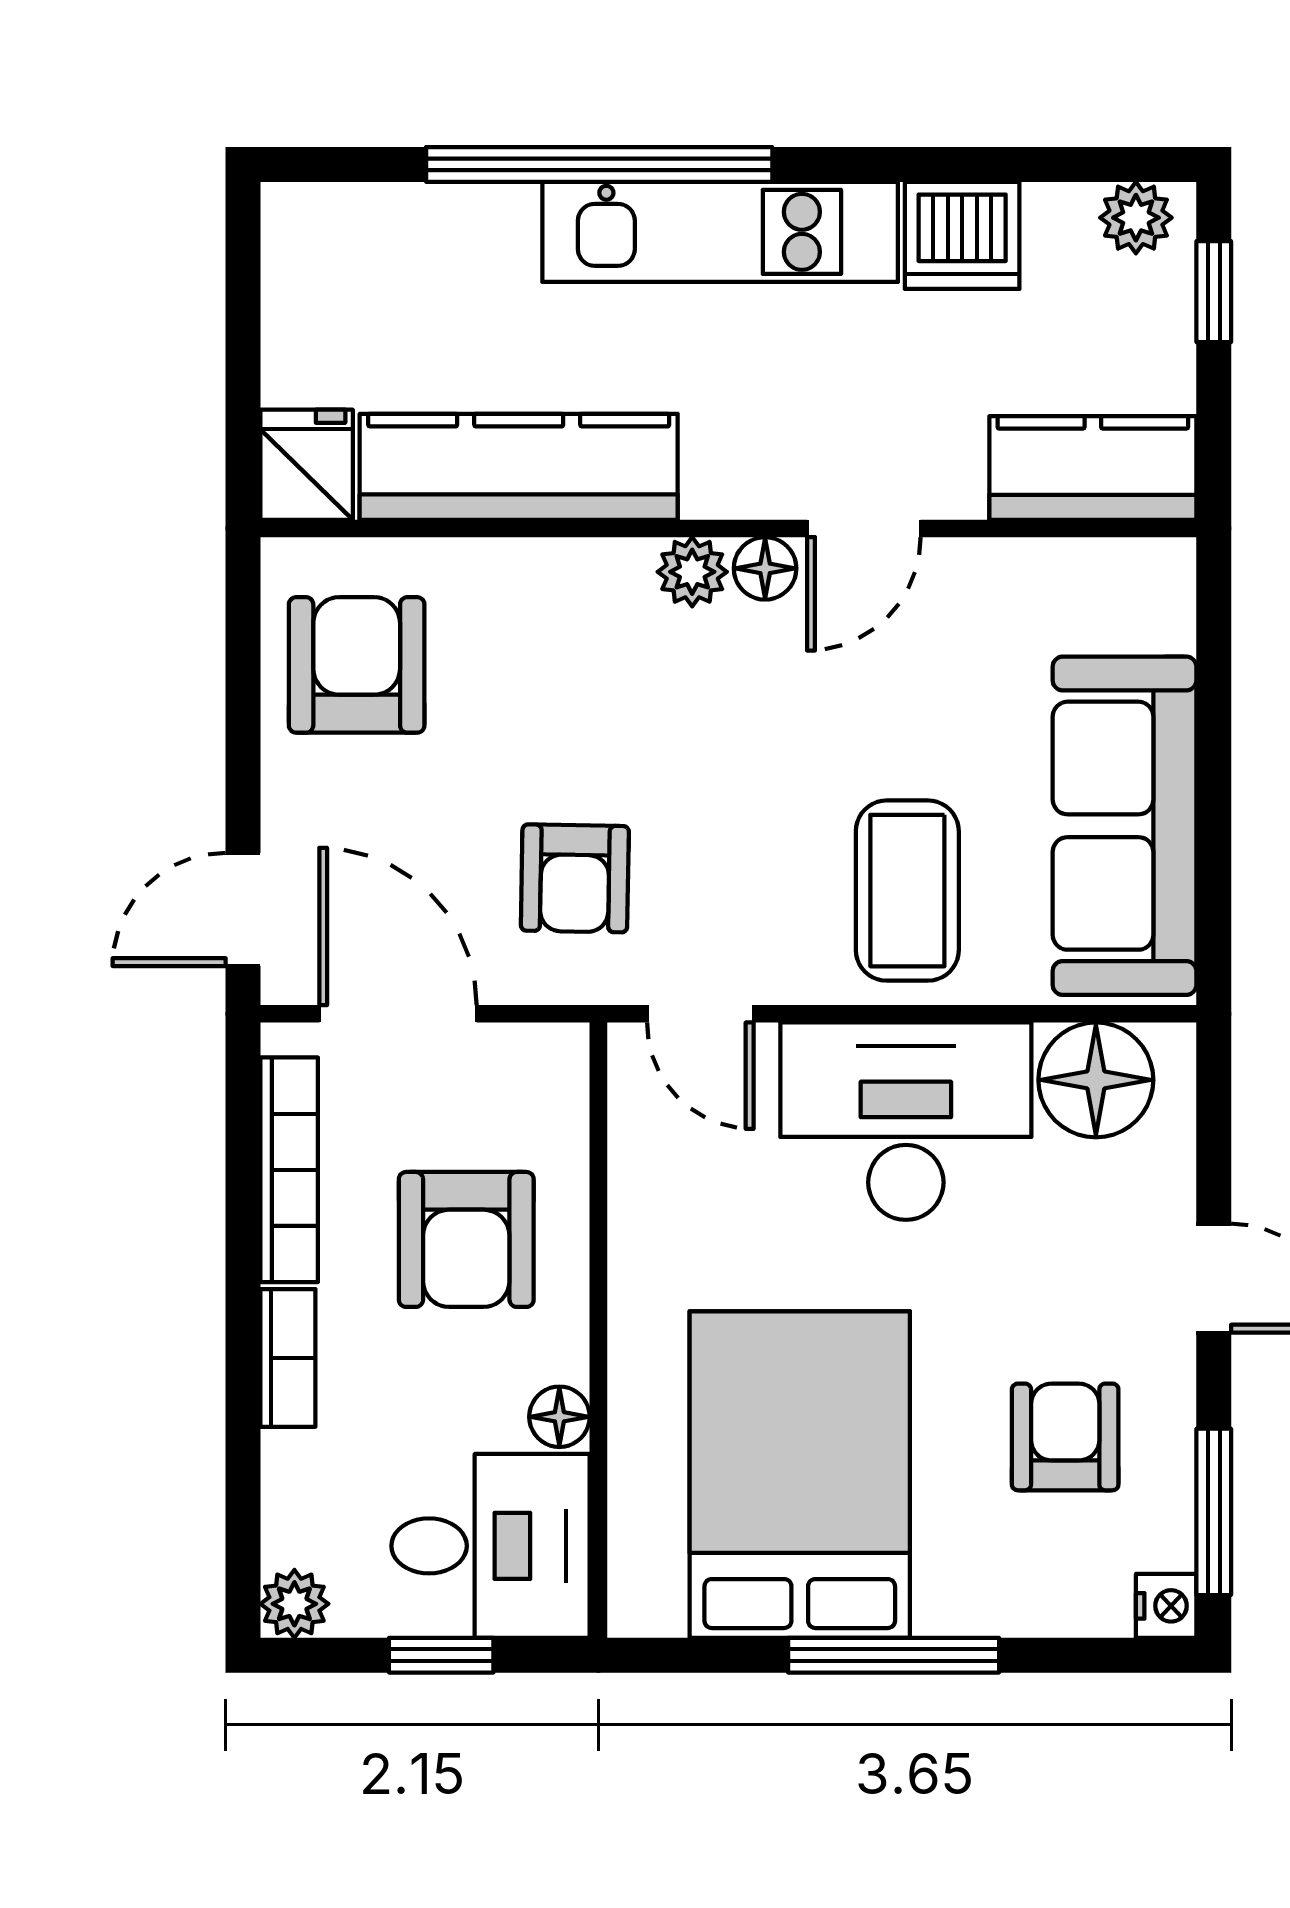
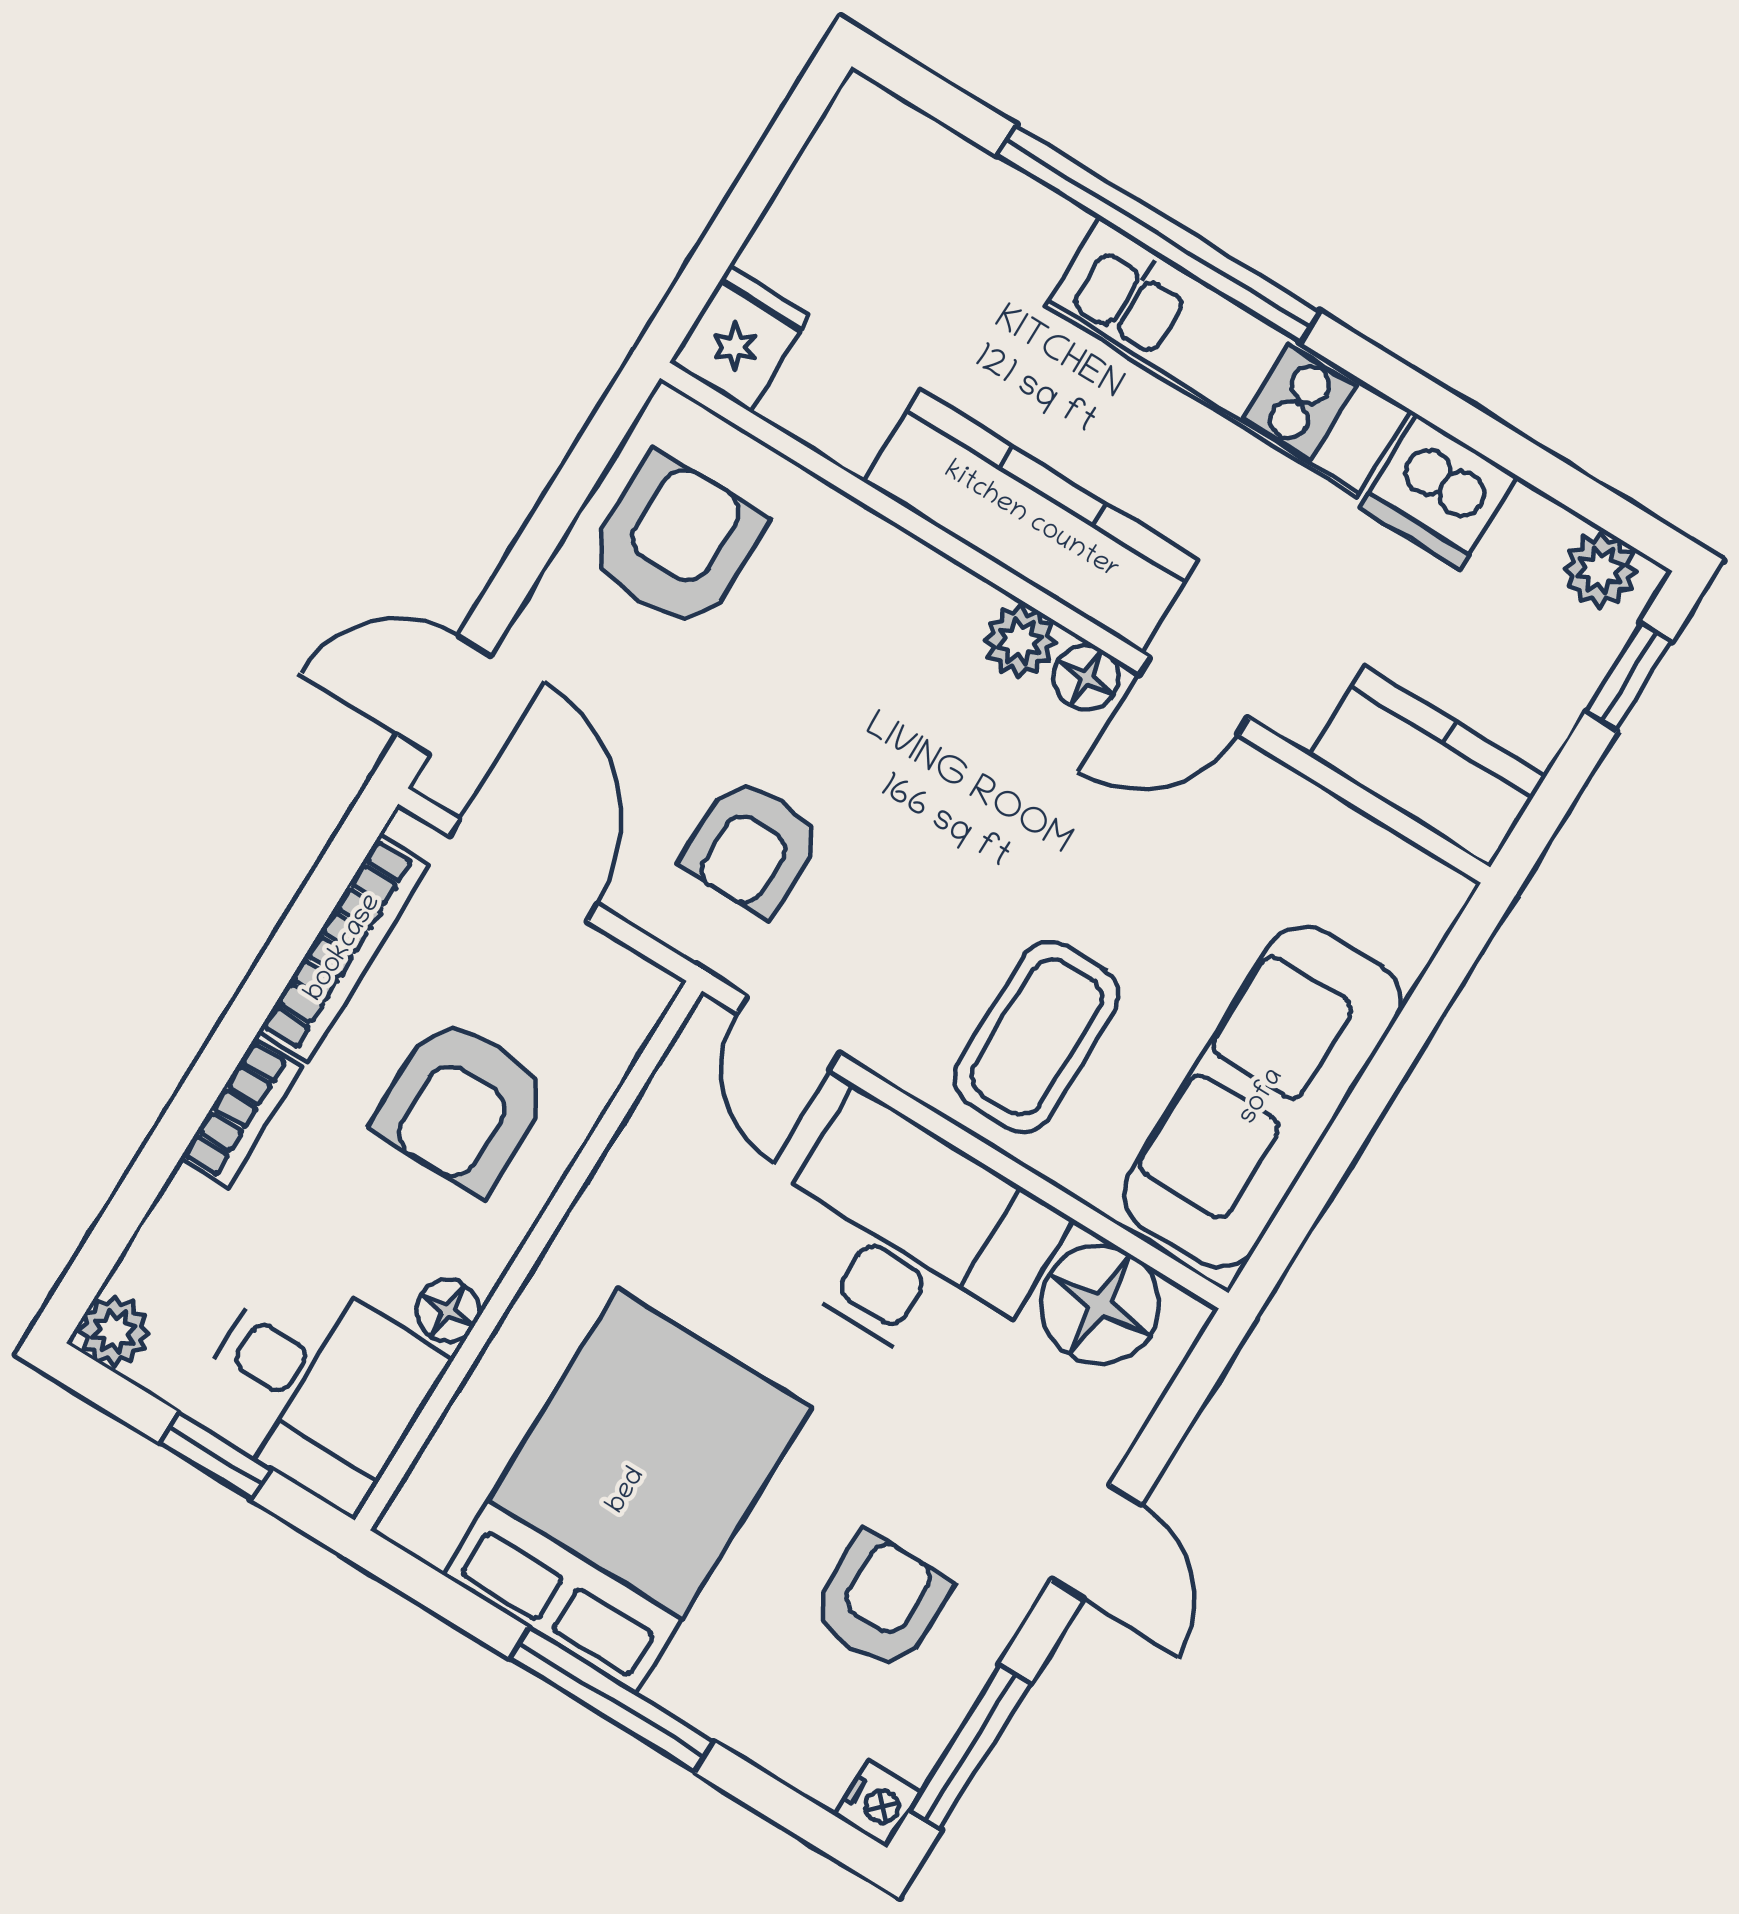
kitchen counter: (519, 467) -> (1031, 521), moved

